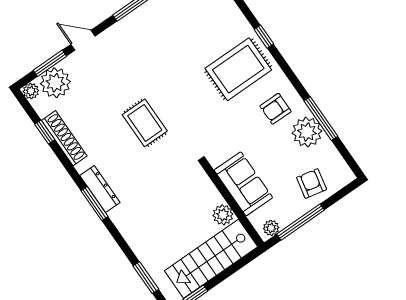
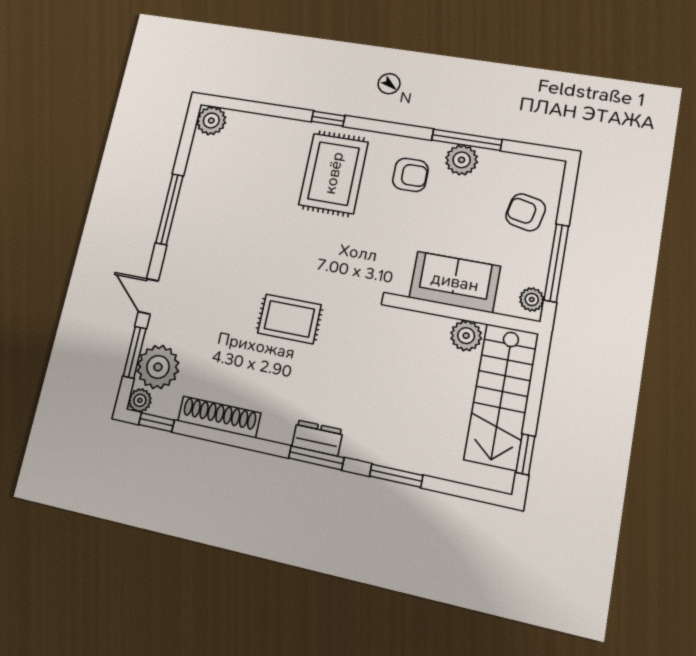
door: (83, 40) -> (148, 296), hinge flipped
armchair: (275, 109) -> (410, 175), turned -90
window: (45, 132) -> (156, 422), moved
plant: (307, 132) -> (462, 160), width x0.73, depth x0.73
dresser: (100, 189) -> (317, 438), width x0.70
window: (146, 278) -> (396, 476), moved

